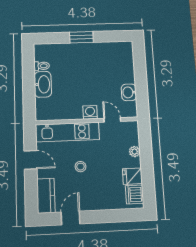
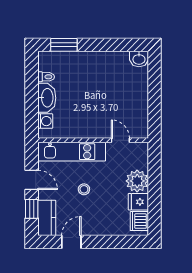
window: (81, 37) -> (64, 45), moved
washbasin: (129, 92) -> (139, 59), moved, turned -90
washing machine: (90, 112) -> (45, 121), moved, turned 90
plant: (135, 152) -> (137, 181), width x1.88, depth x1.88
window: (31, 188) -> (32, 209), added

